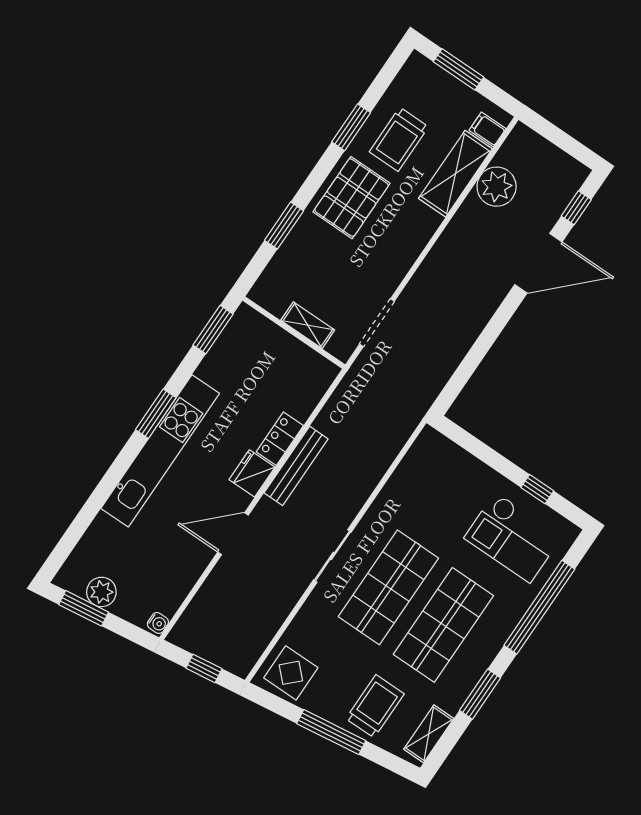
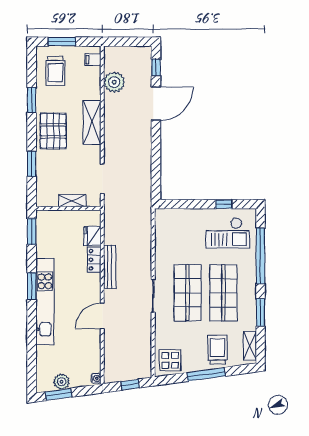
trolley: (399, 139) -> (55, 71), moved
shelving: (455, 174) -> (92, 123), moved
fridge: (252, 473) -> (92, 236), moved

